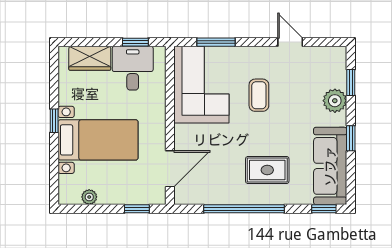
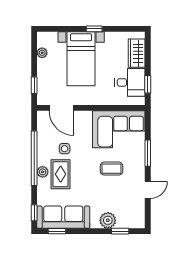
window: (216, 42) -> (148, 153), moved
window: (351, 138) -> (57, 231), moved
side table: (230, 164) -> (65, 149), added
plant: (264, 196) -> (43, 172), added

